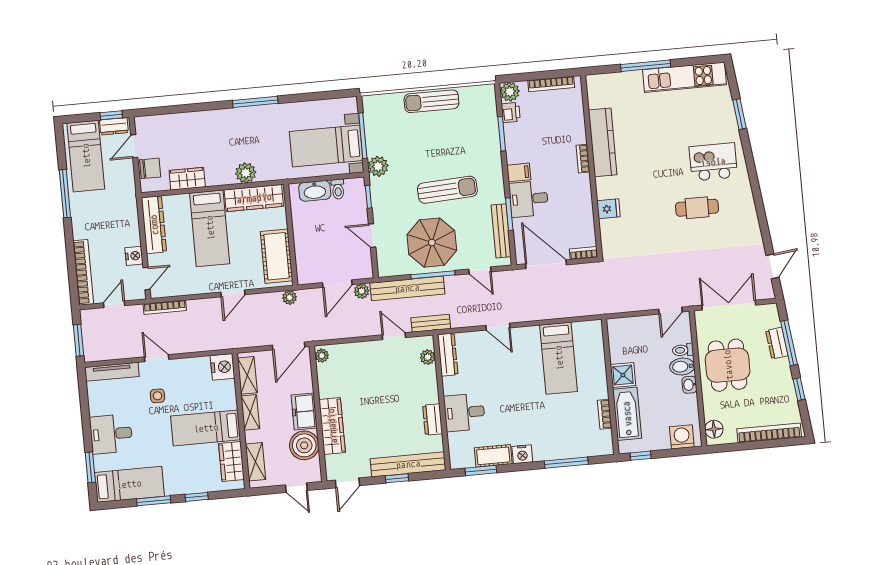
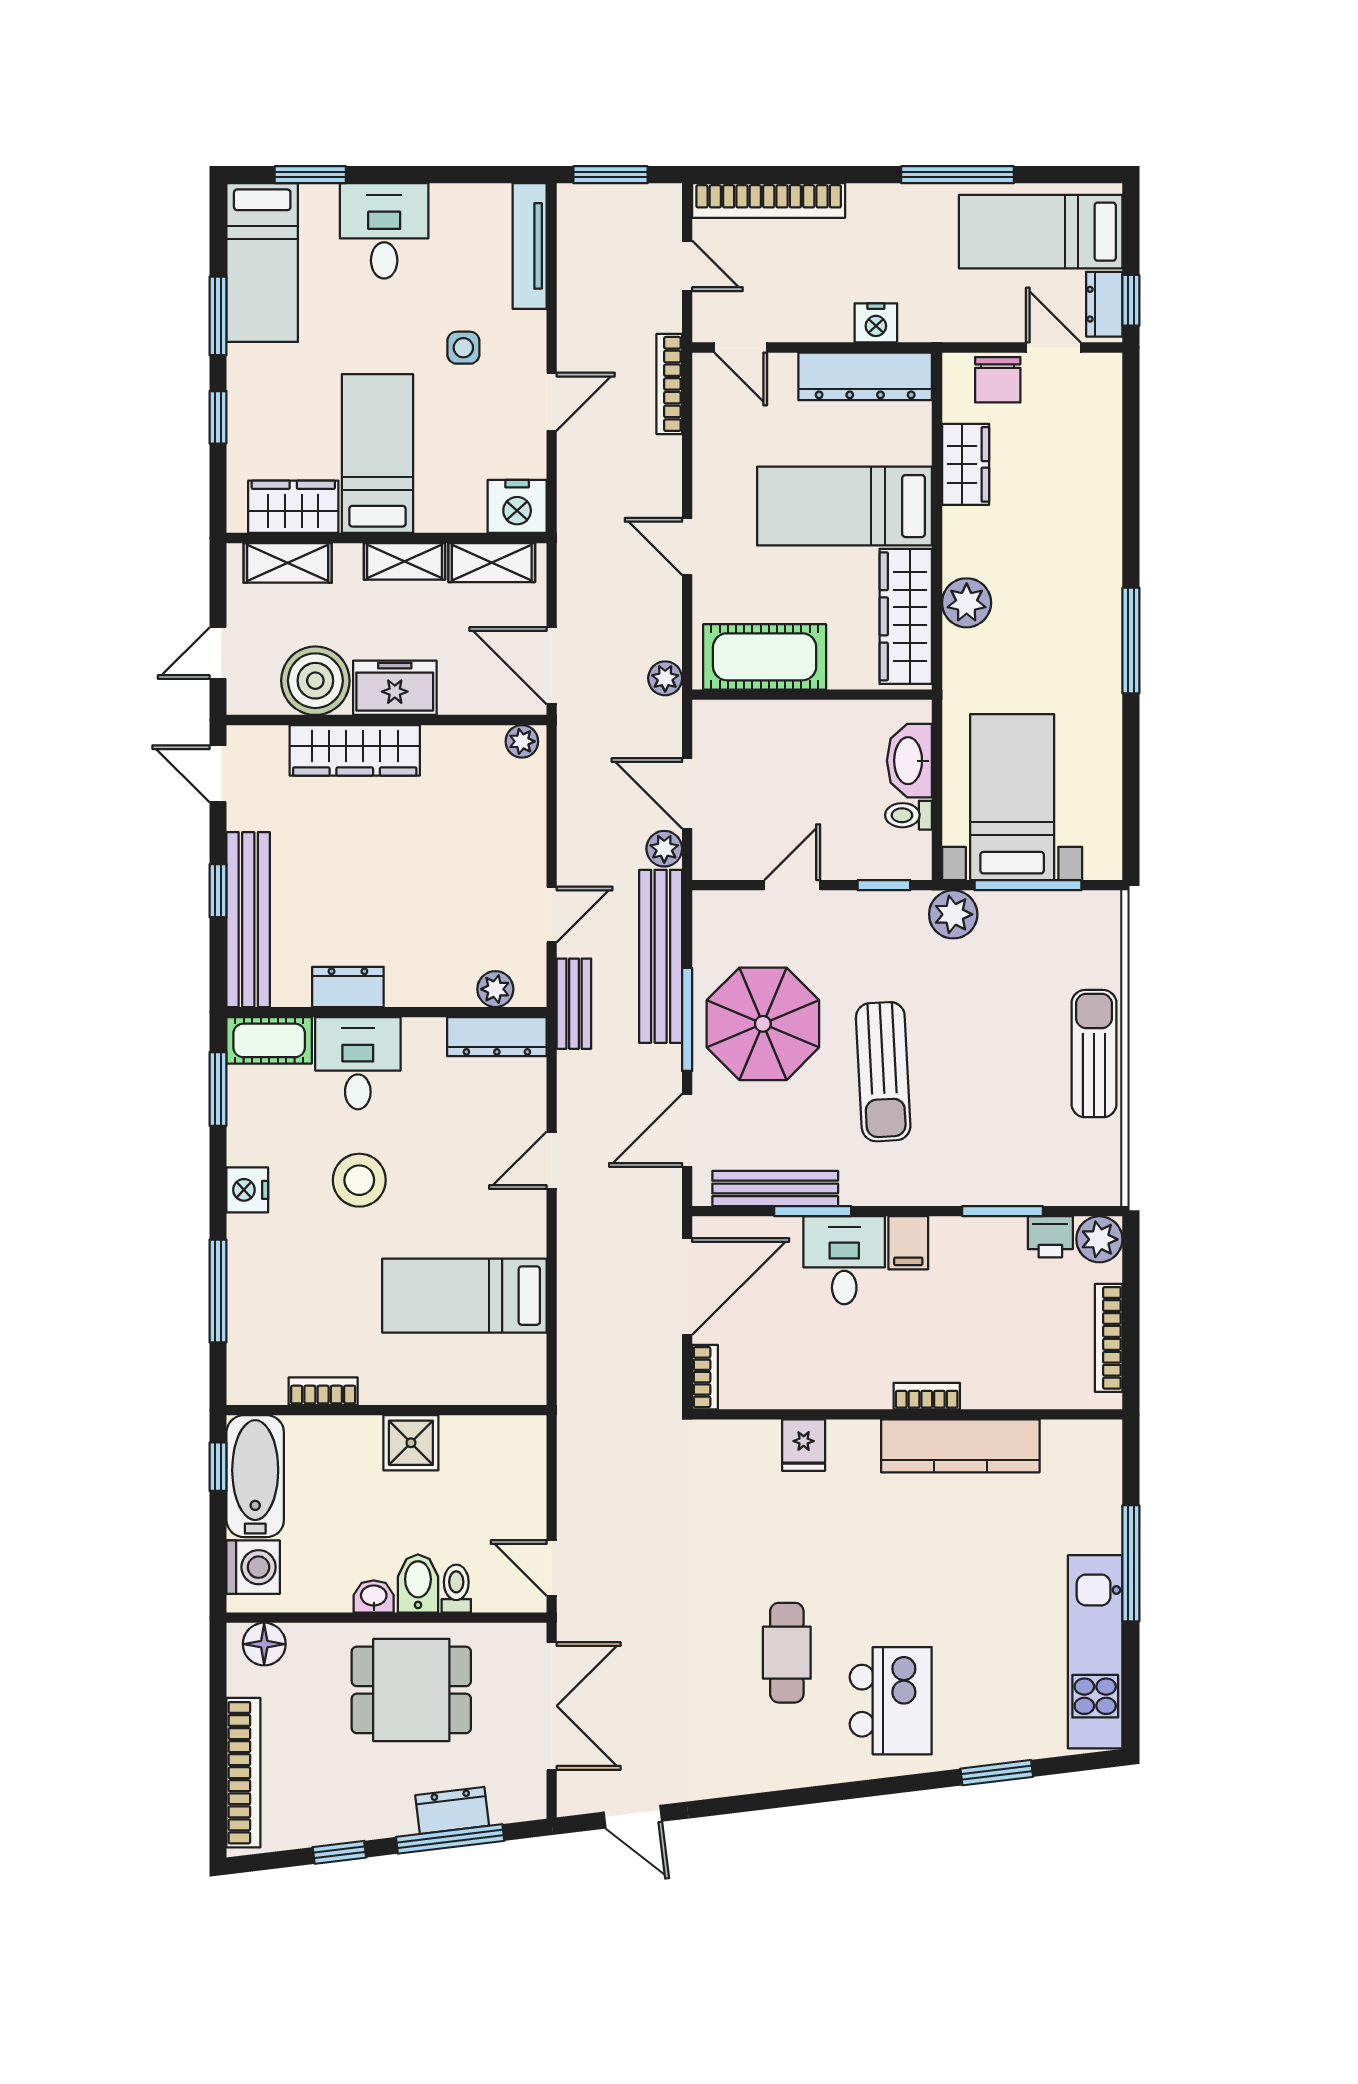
nightstand: (134, 256) -> (876, 323), moved
door: (480, 270) -> (687, 1130), width x1.38
door: (157, 358) -> (552, 402), moved
stool: (514, 407) -> (359, 1180), added
bathtub: (627, 414) -> (255, 1476), moved, turned -90
cot: (493, 456) -> (269, 1040), moved, turned 90

